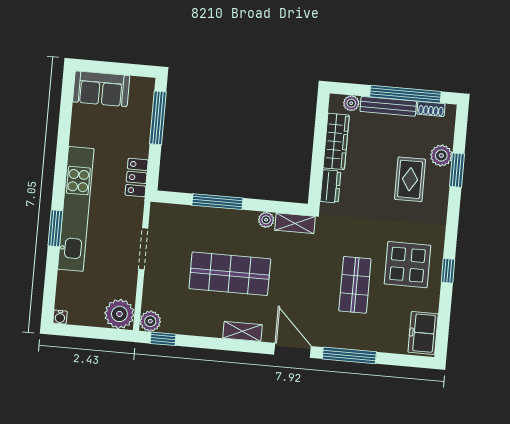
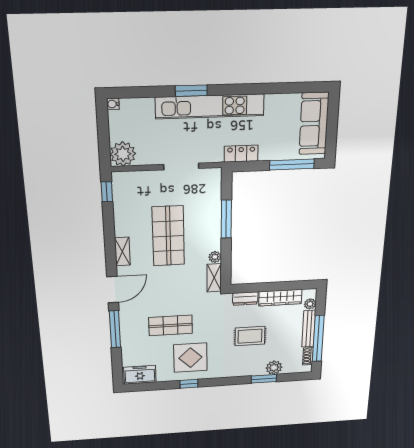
sofa: (101, 89) -> (314, 124), width x1.36
rug: (410, 179) -> (250, 336), moved
plant: (150, 321) -> (120, 180), removed

